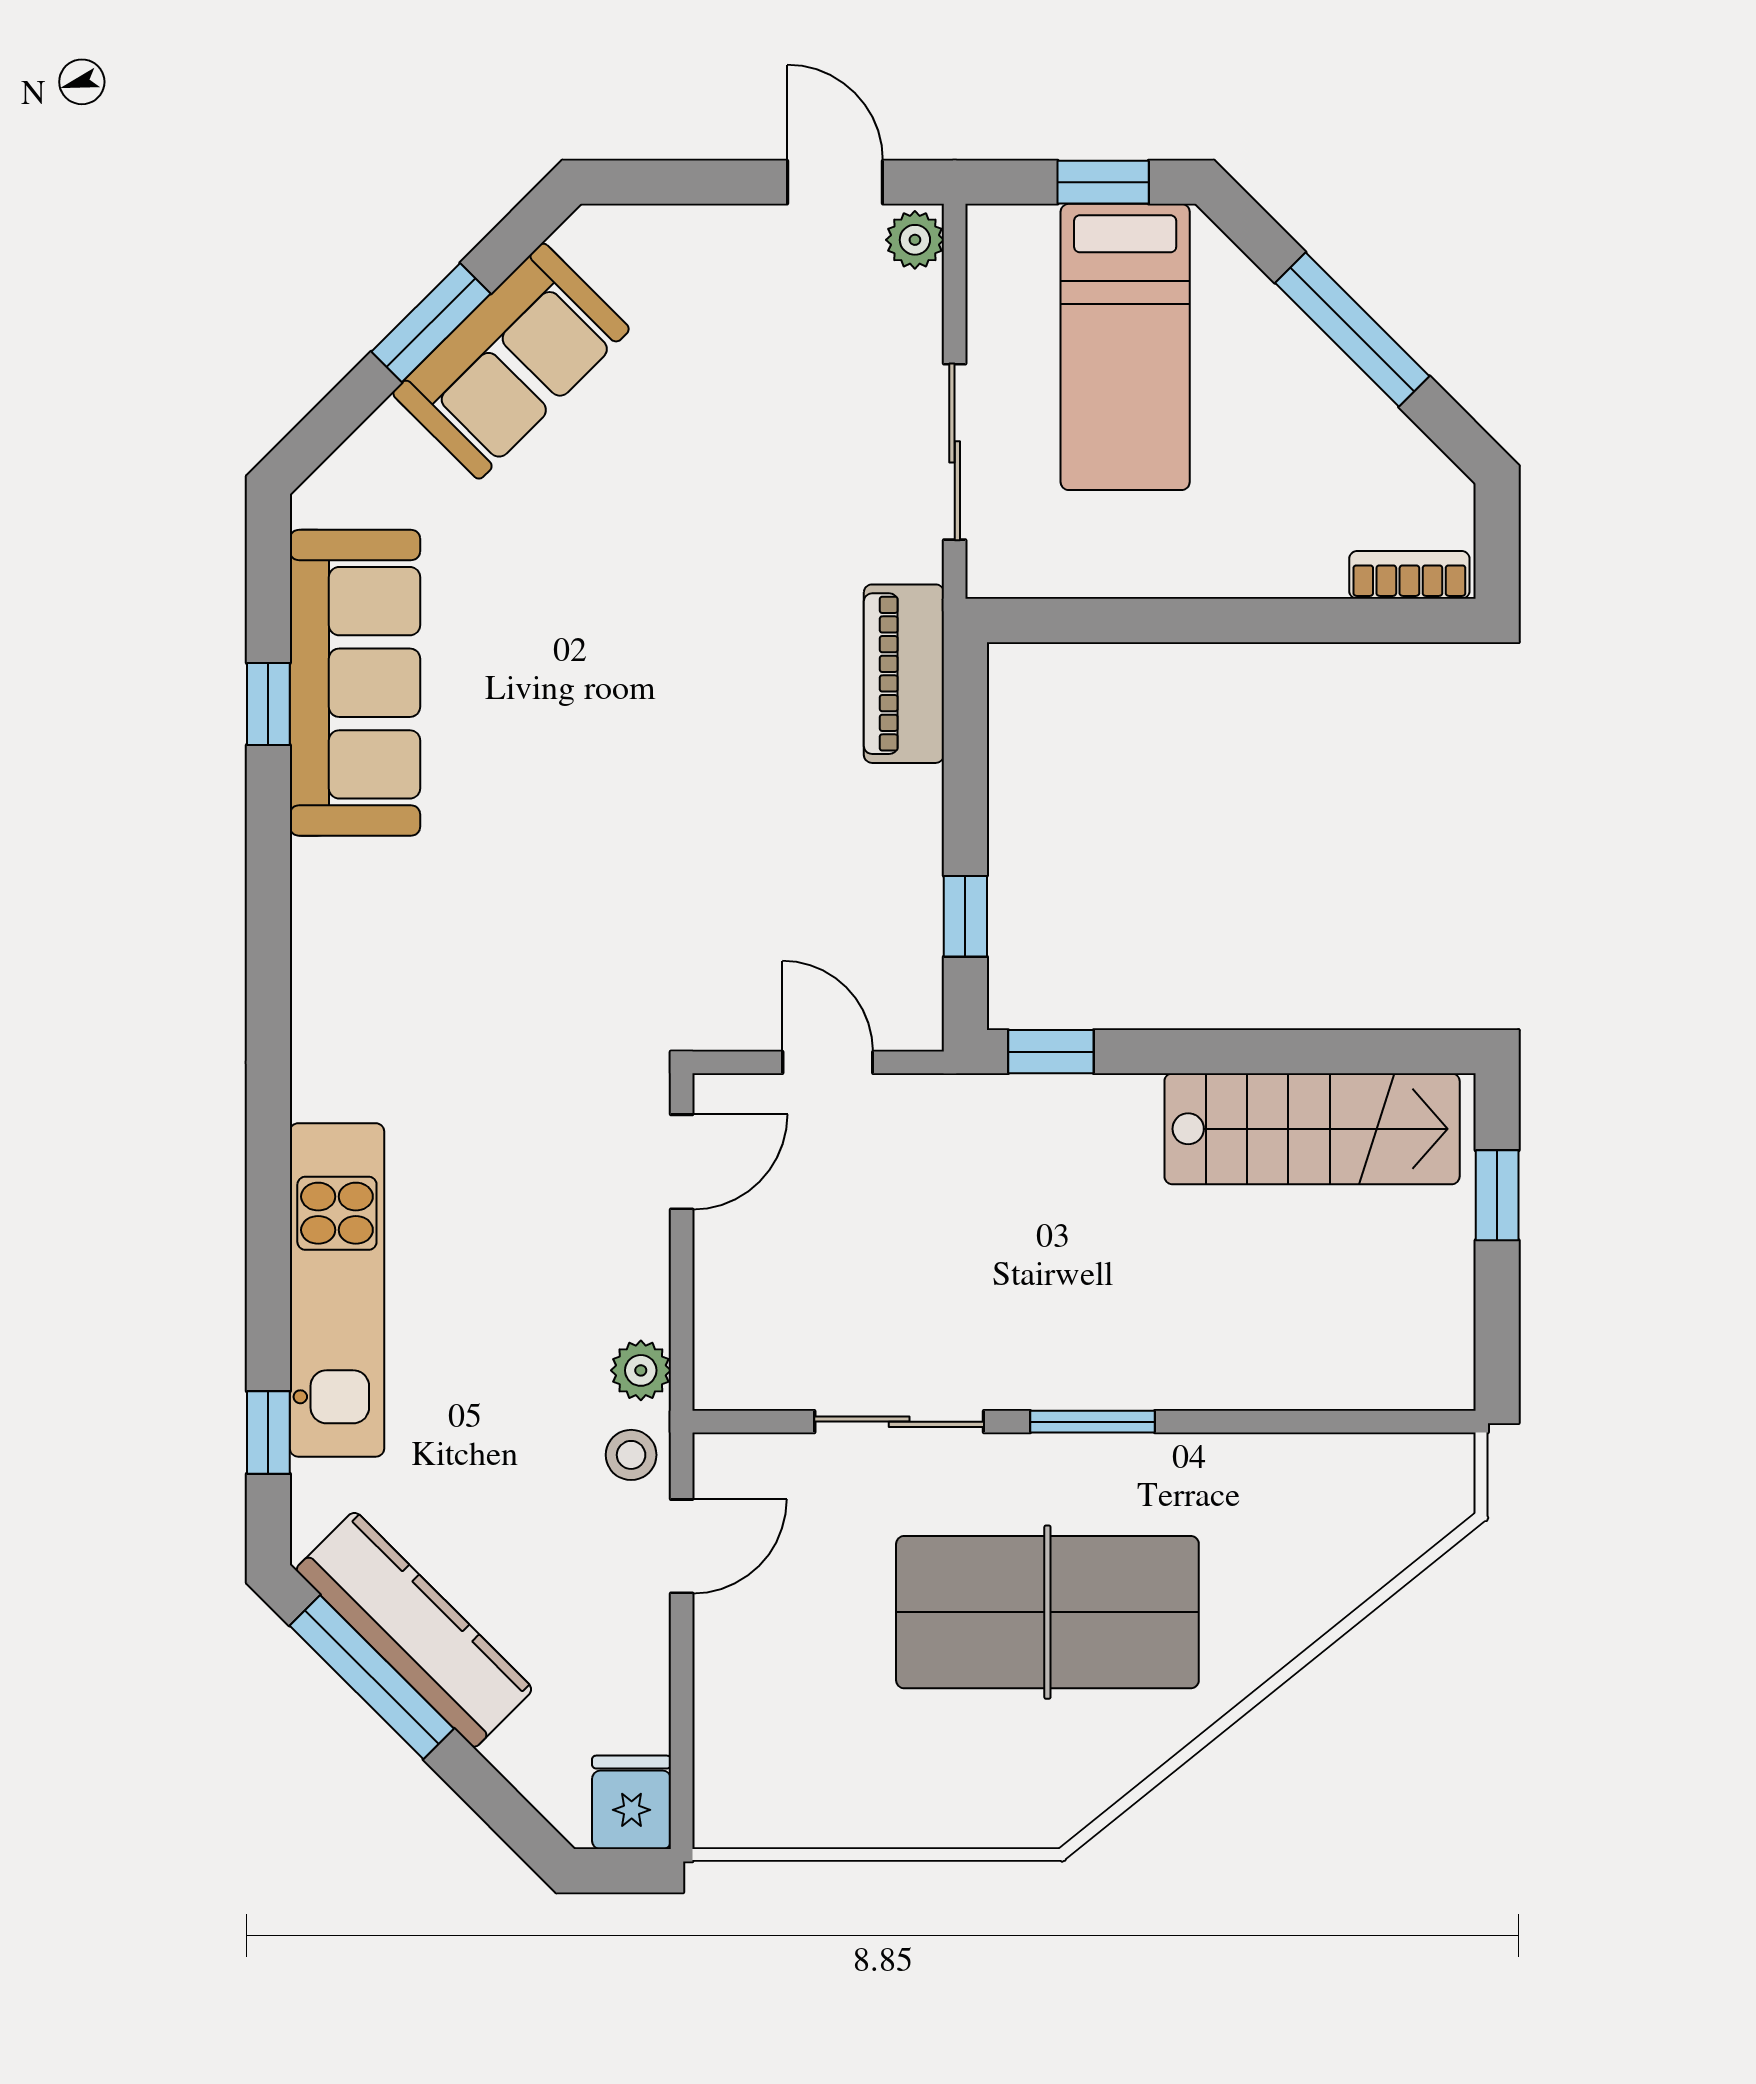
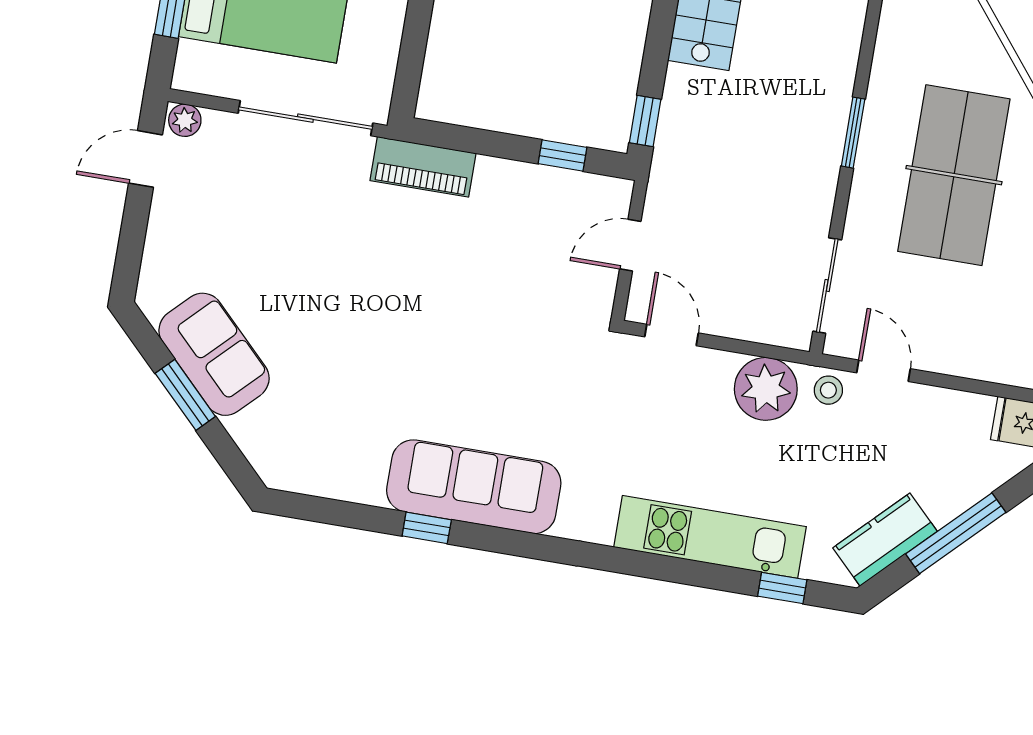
sliding door: (955, 452) -> (305, 118), width x1.37
sofa: (355, 683) -> (474, 487), moved
window: (268, 704) -> (427, 528), moved
plant: (641, 1370) -> (766, 389), width x1.88, depth x1.88
sliding door: (899, 1422) -> (827, 286), moved
kitchen counter: (414, 1629) -> (885, 540), width x0.67
window: (372, 1677) -> (956, 533), moved

